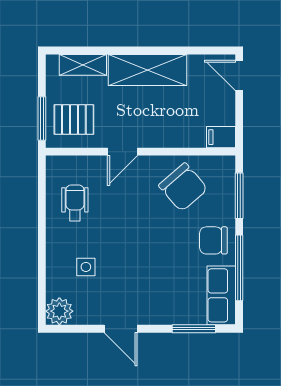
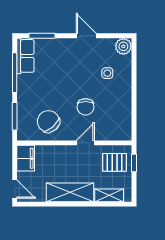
window: (42, 119) -> (134, 163), width x0.67
filing cabinet: (221, 137) -> (26, 158), width x2.00
wheelchair: (75, 203) -> (114, 112), removed
chair: (213, 240) -> (86, 107), moved, turned 90

